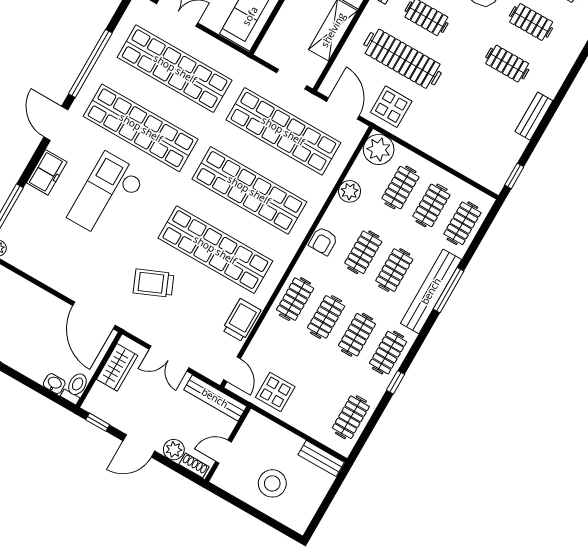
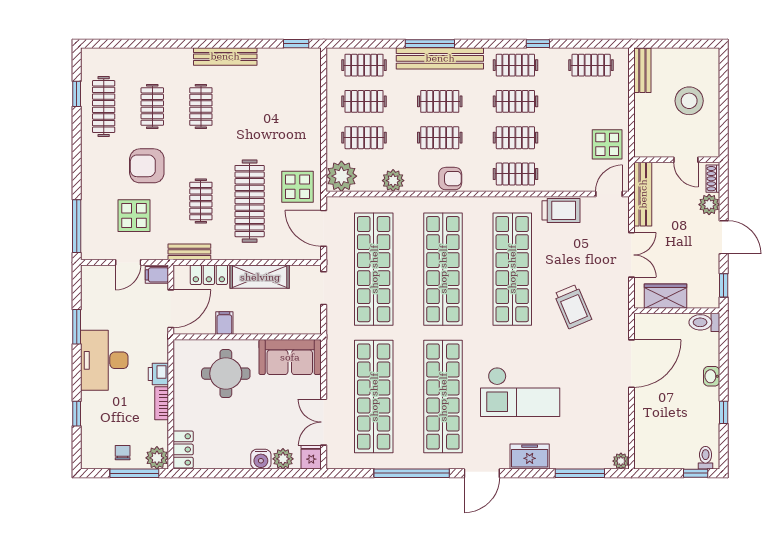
door: (343, 109) -> (324, 228), hinge flipped
bench: (534, 116) -> (225, 56), width x1.36
door: (94, 315) -> (631, 364), moved
trolley: (241, 320) -> (561, 210), turned 180
washbasin: (54, 384) -> (712, 376), moved

